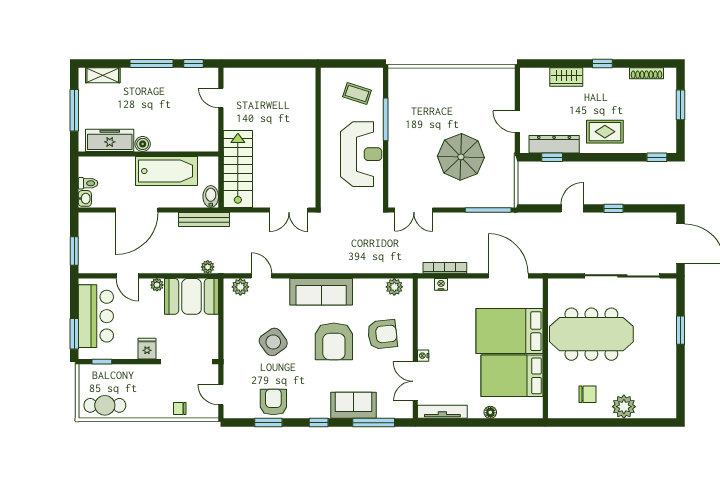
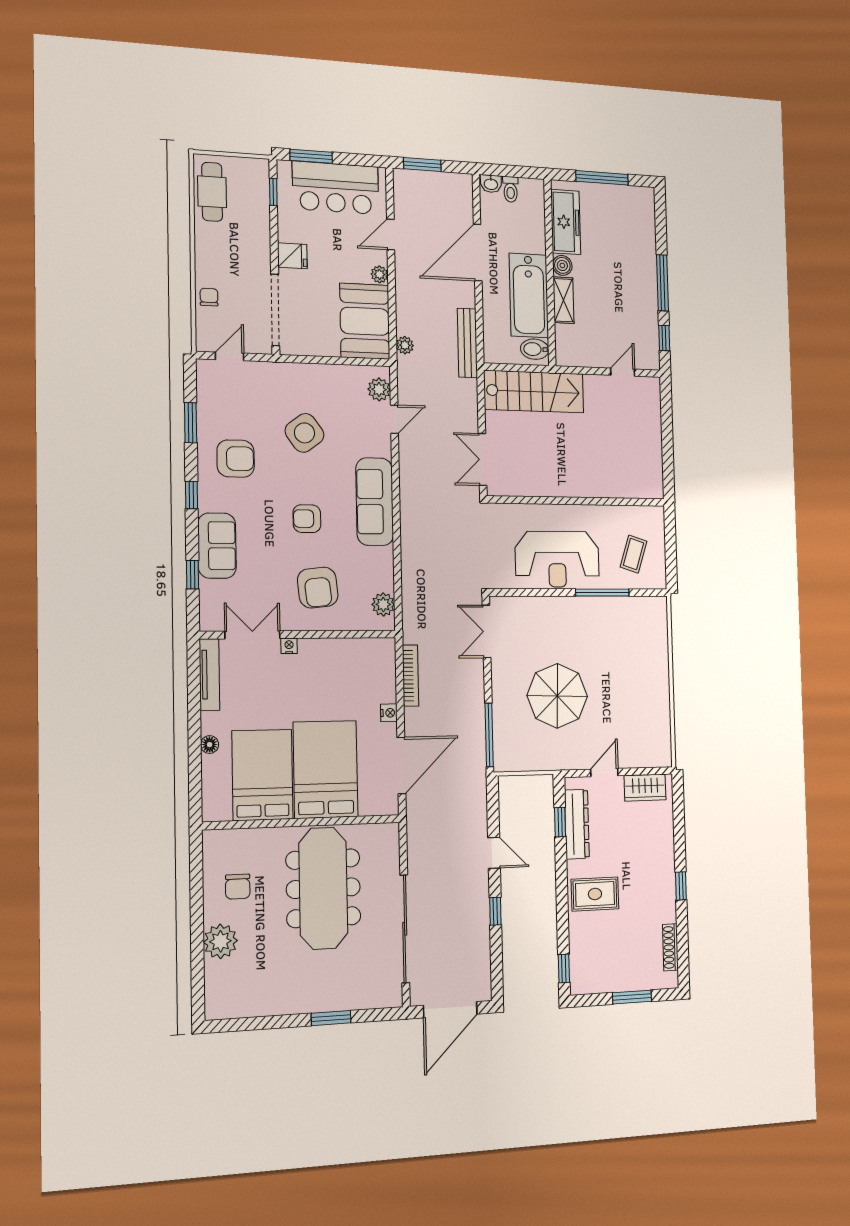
shelving: (103, 75) -> (563, 300), moved
wardrobe: (566, 77) -> (645, 788), moved, turned -90
rug: (605, 132) -> (595, 894), turned 90
bidet: (211, 197) -> (535, 349), moved, turned 180
door: (137, 210) -> (478, 253), hinge flipped
nightstand: (441, 284) -> (389, 713), moved
armchair: (334, 341) -> (307, 519), width x0.53, depth x0.53
armchair: (273, 402) -> (236, 459), moved
window: (374, 423) -> (193, 575), width x0.46

